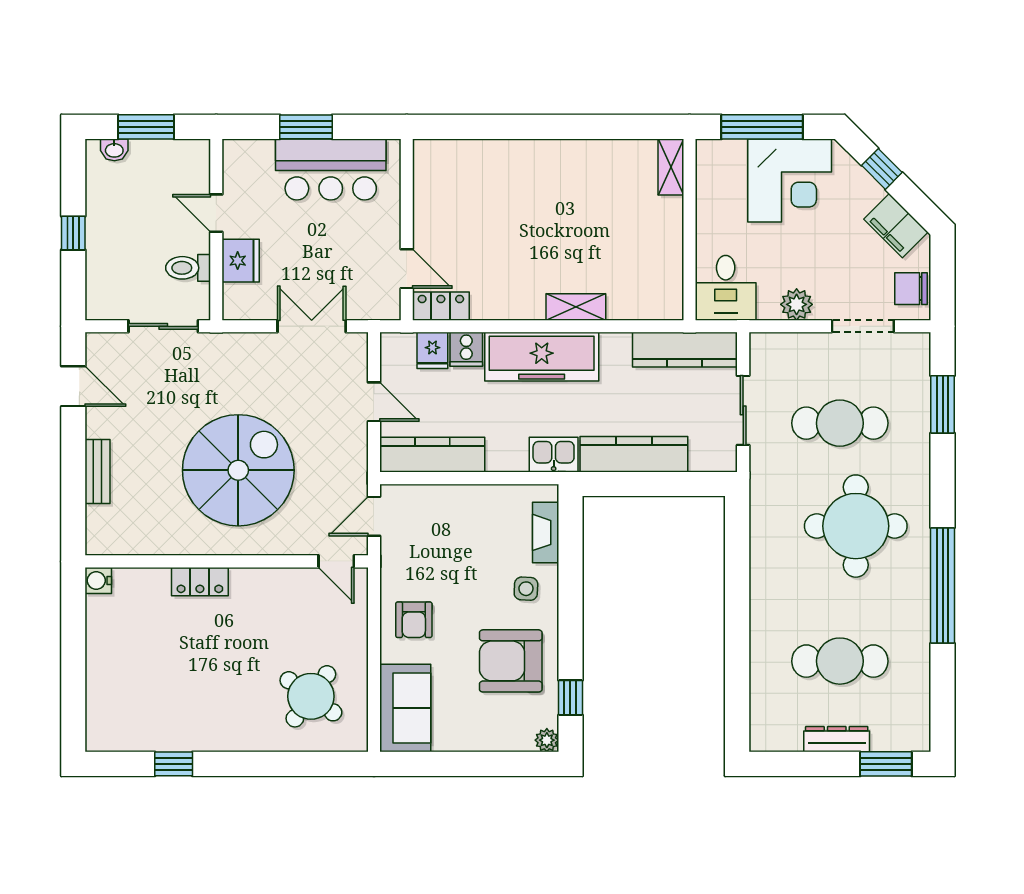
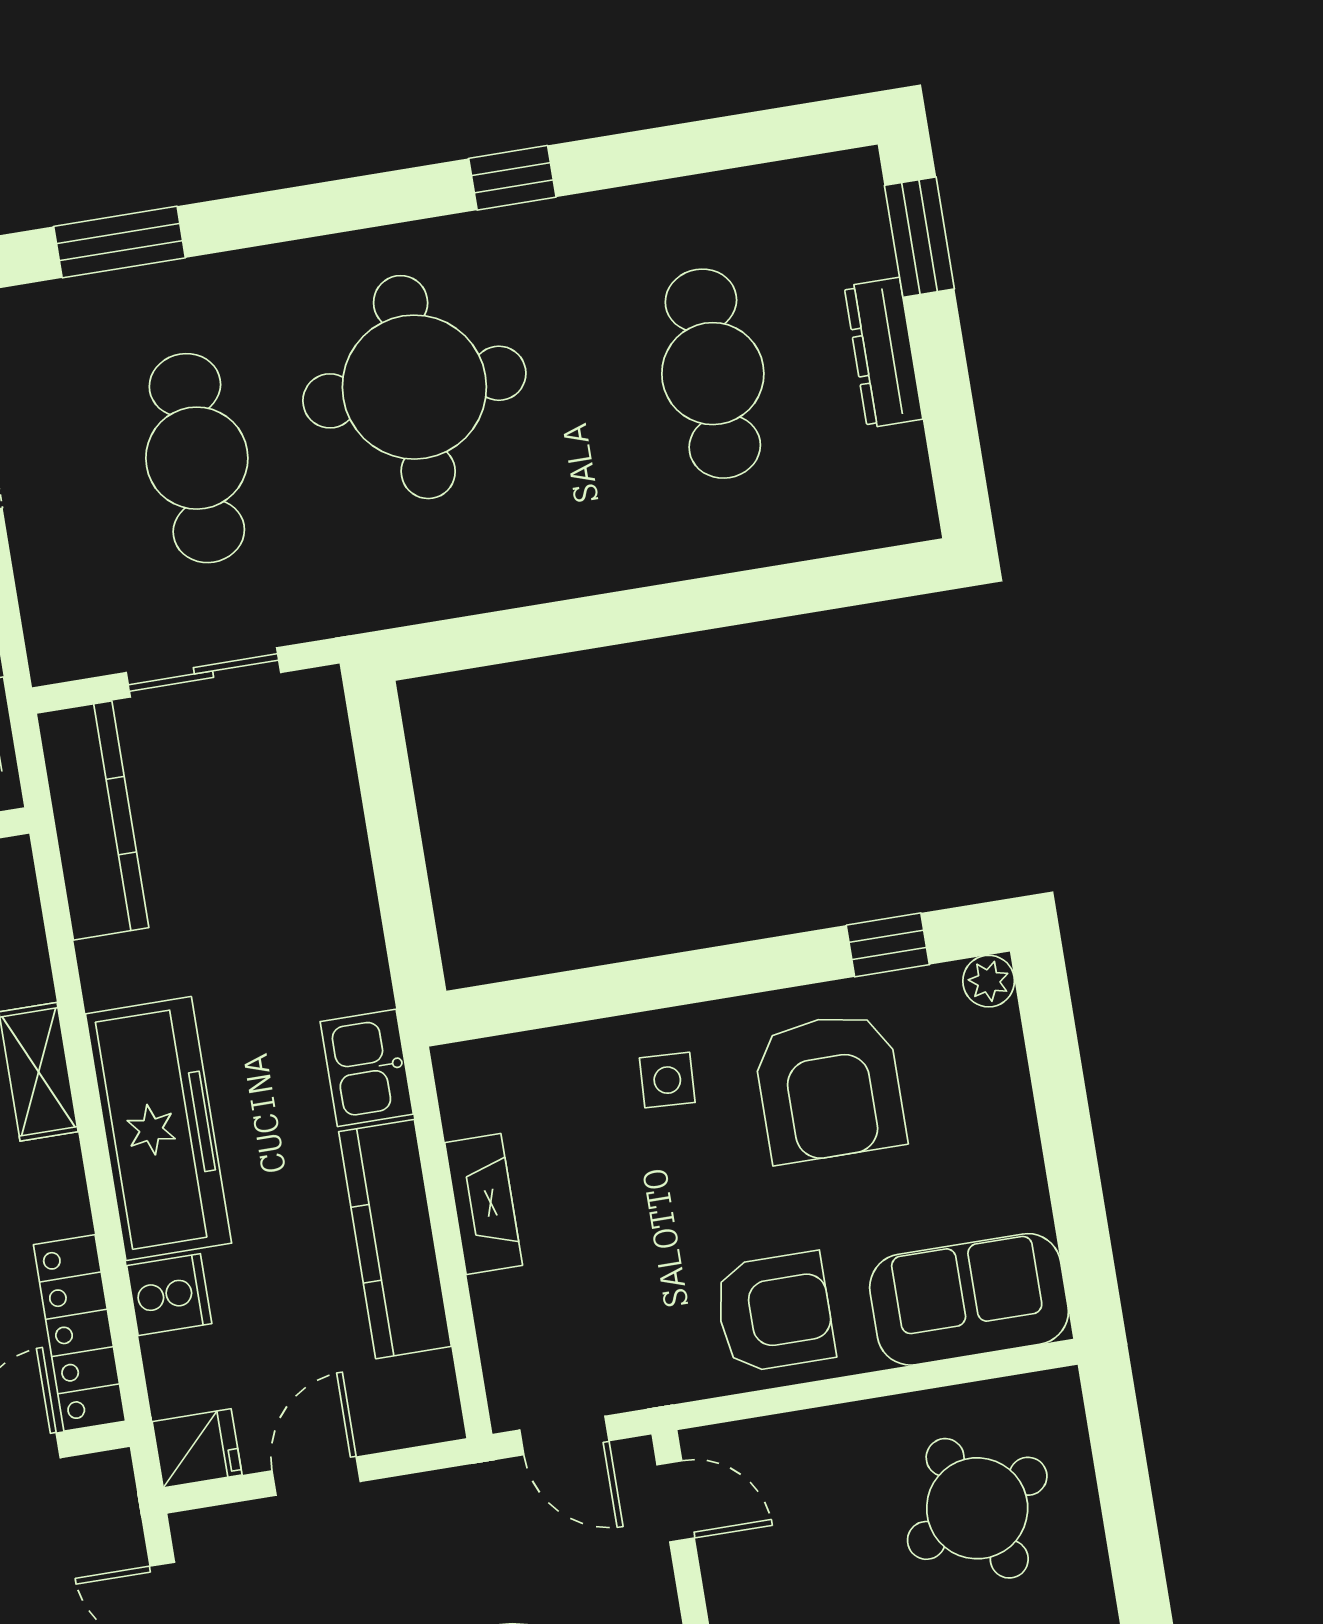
locker: (441, 306) -> (79, 1333), width x1.53
fridge: (432, 350) -> (197, 1448), moved
kitchen counter: (634, 454) -> (337, 894), removed
kitchen counter: (432, 455) -> (395, 1239), moved
fireplace: (546, 532) -> (484, 1204), moved, turned -90
door: (336, 561) -> (676, 1501), hinge flipped
window: (943, 585) -> (512, 178), width x0.32
armchair: (414, 620) -> (775, 1312), width x1.38, depth x1.38
round table: (311, 696) -> (977, 1508), turned 31

